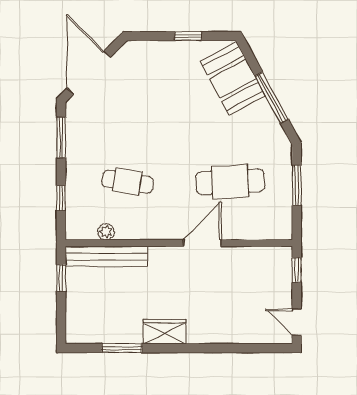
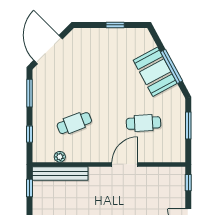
booth: (233, 79) -> (155, 72), moved
cafe table: (128, 182) -> (74, 123), turned -30
cafe table: (230, 182) -> (144, 123), width x0.73, depth x0.74

